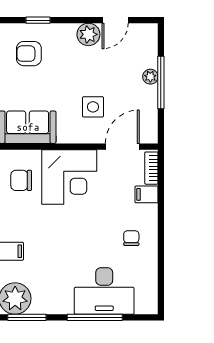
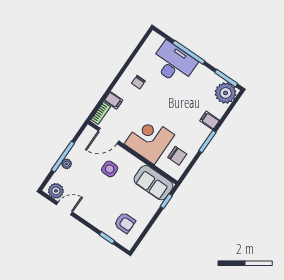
plant: (88, 34) -> (56, 191), moved

